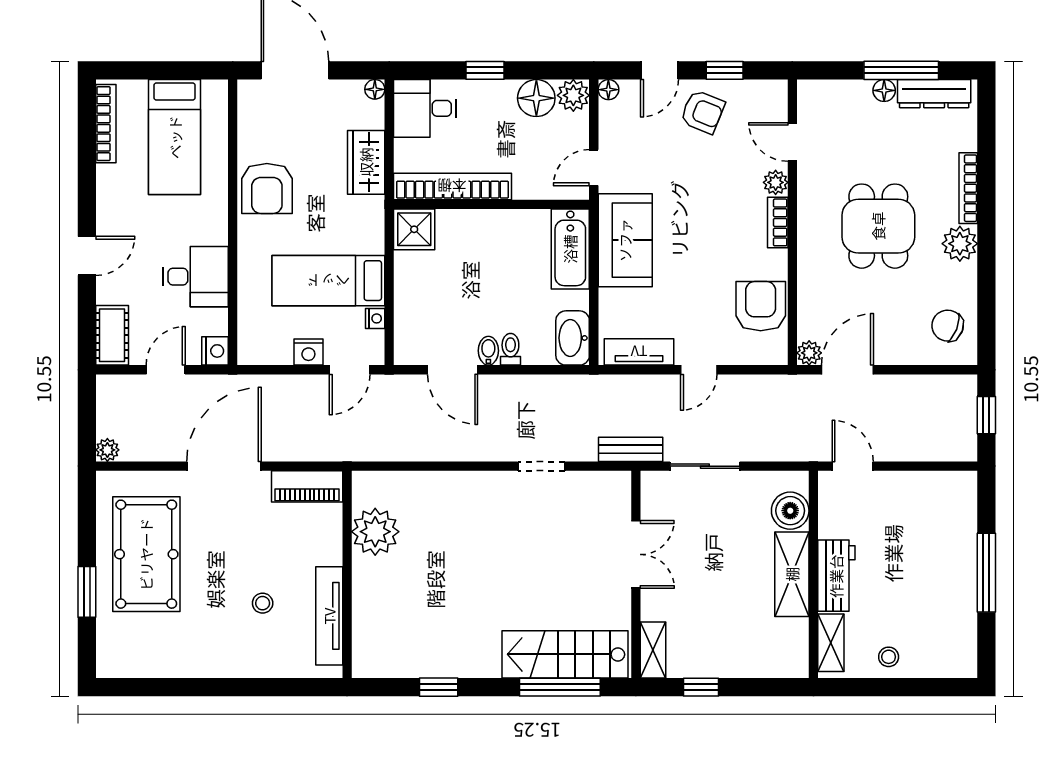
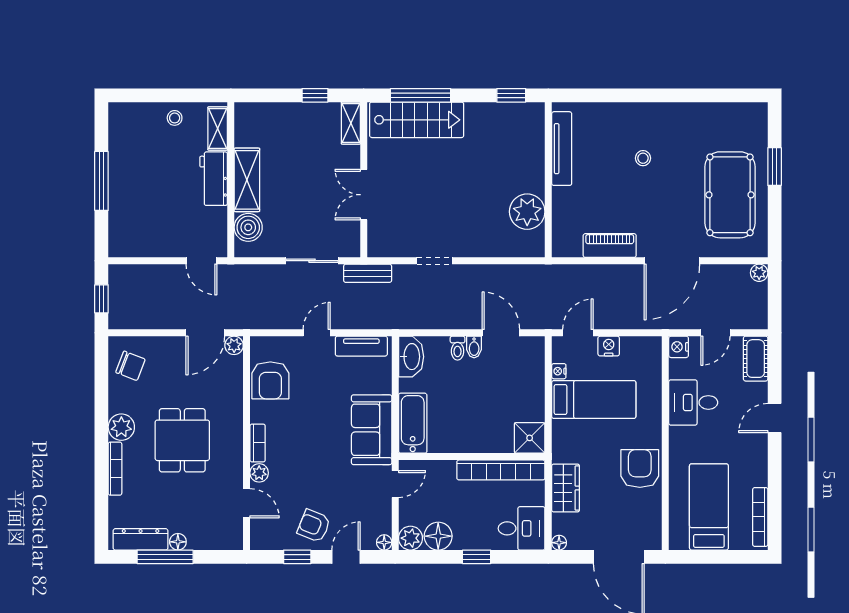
plant: (375, 532) -> (527, 212), moved
wall: (347, 574) -> (548, 180), moved
tv unit: (329, 616) -> (562, 149), moved

